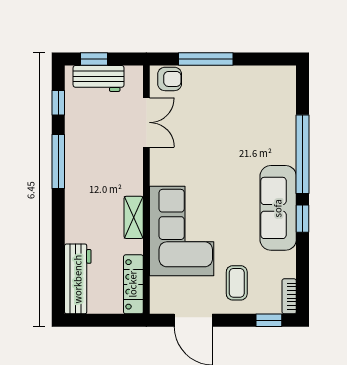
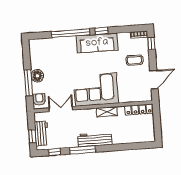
floor lamp: (219, 79) -> (37, 76), added
corner sofa: (182, 231) -> (96, 90), moved
workbench: (78, 279) -> (95, 140), moved

